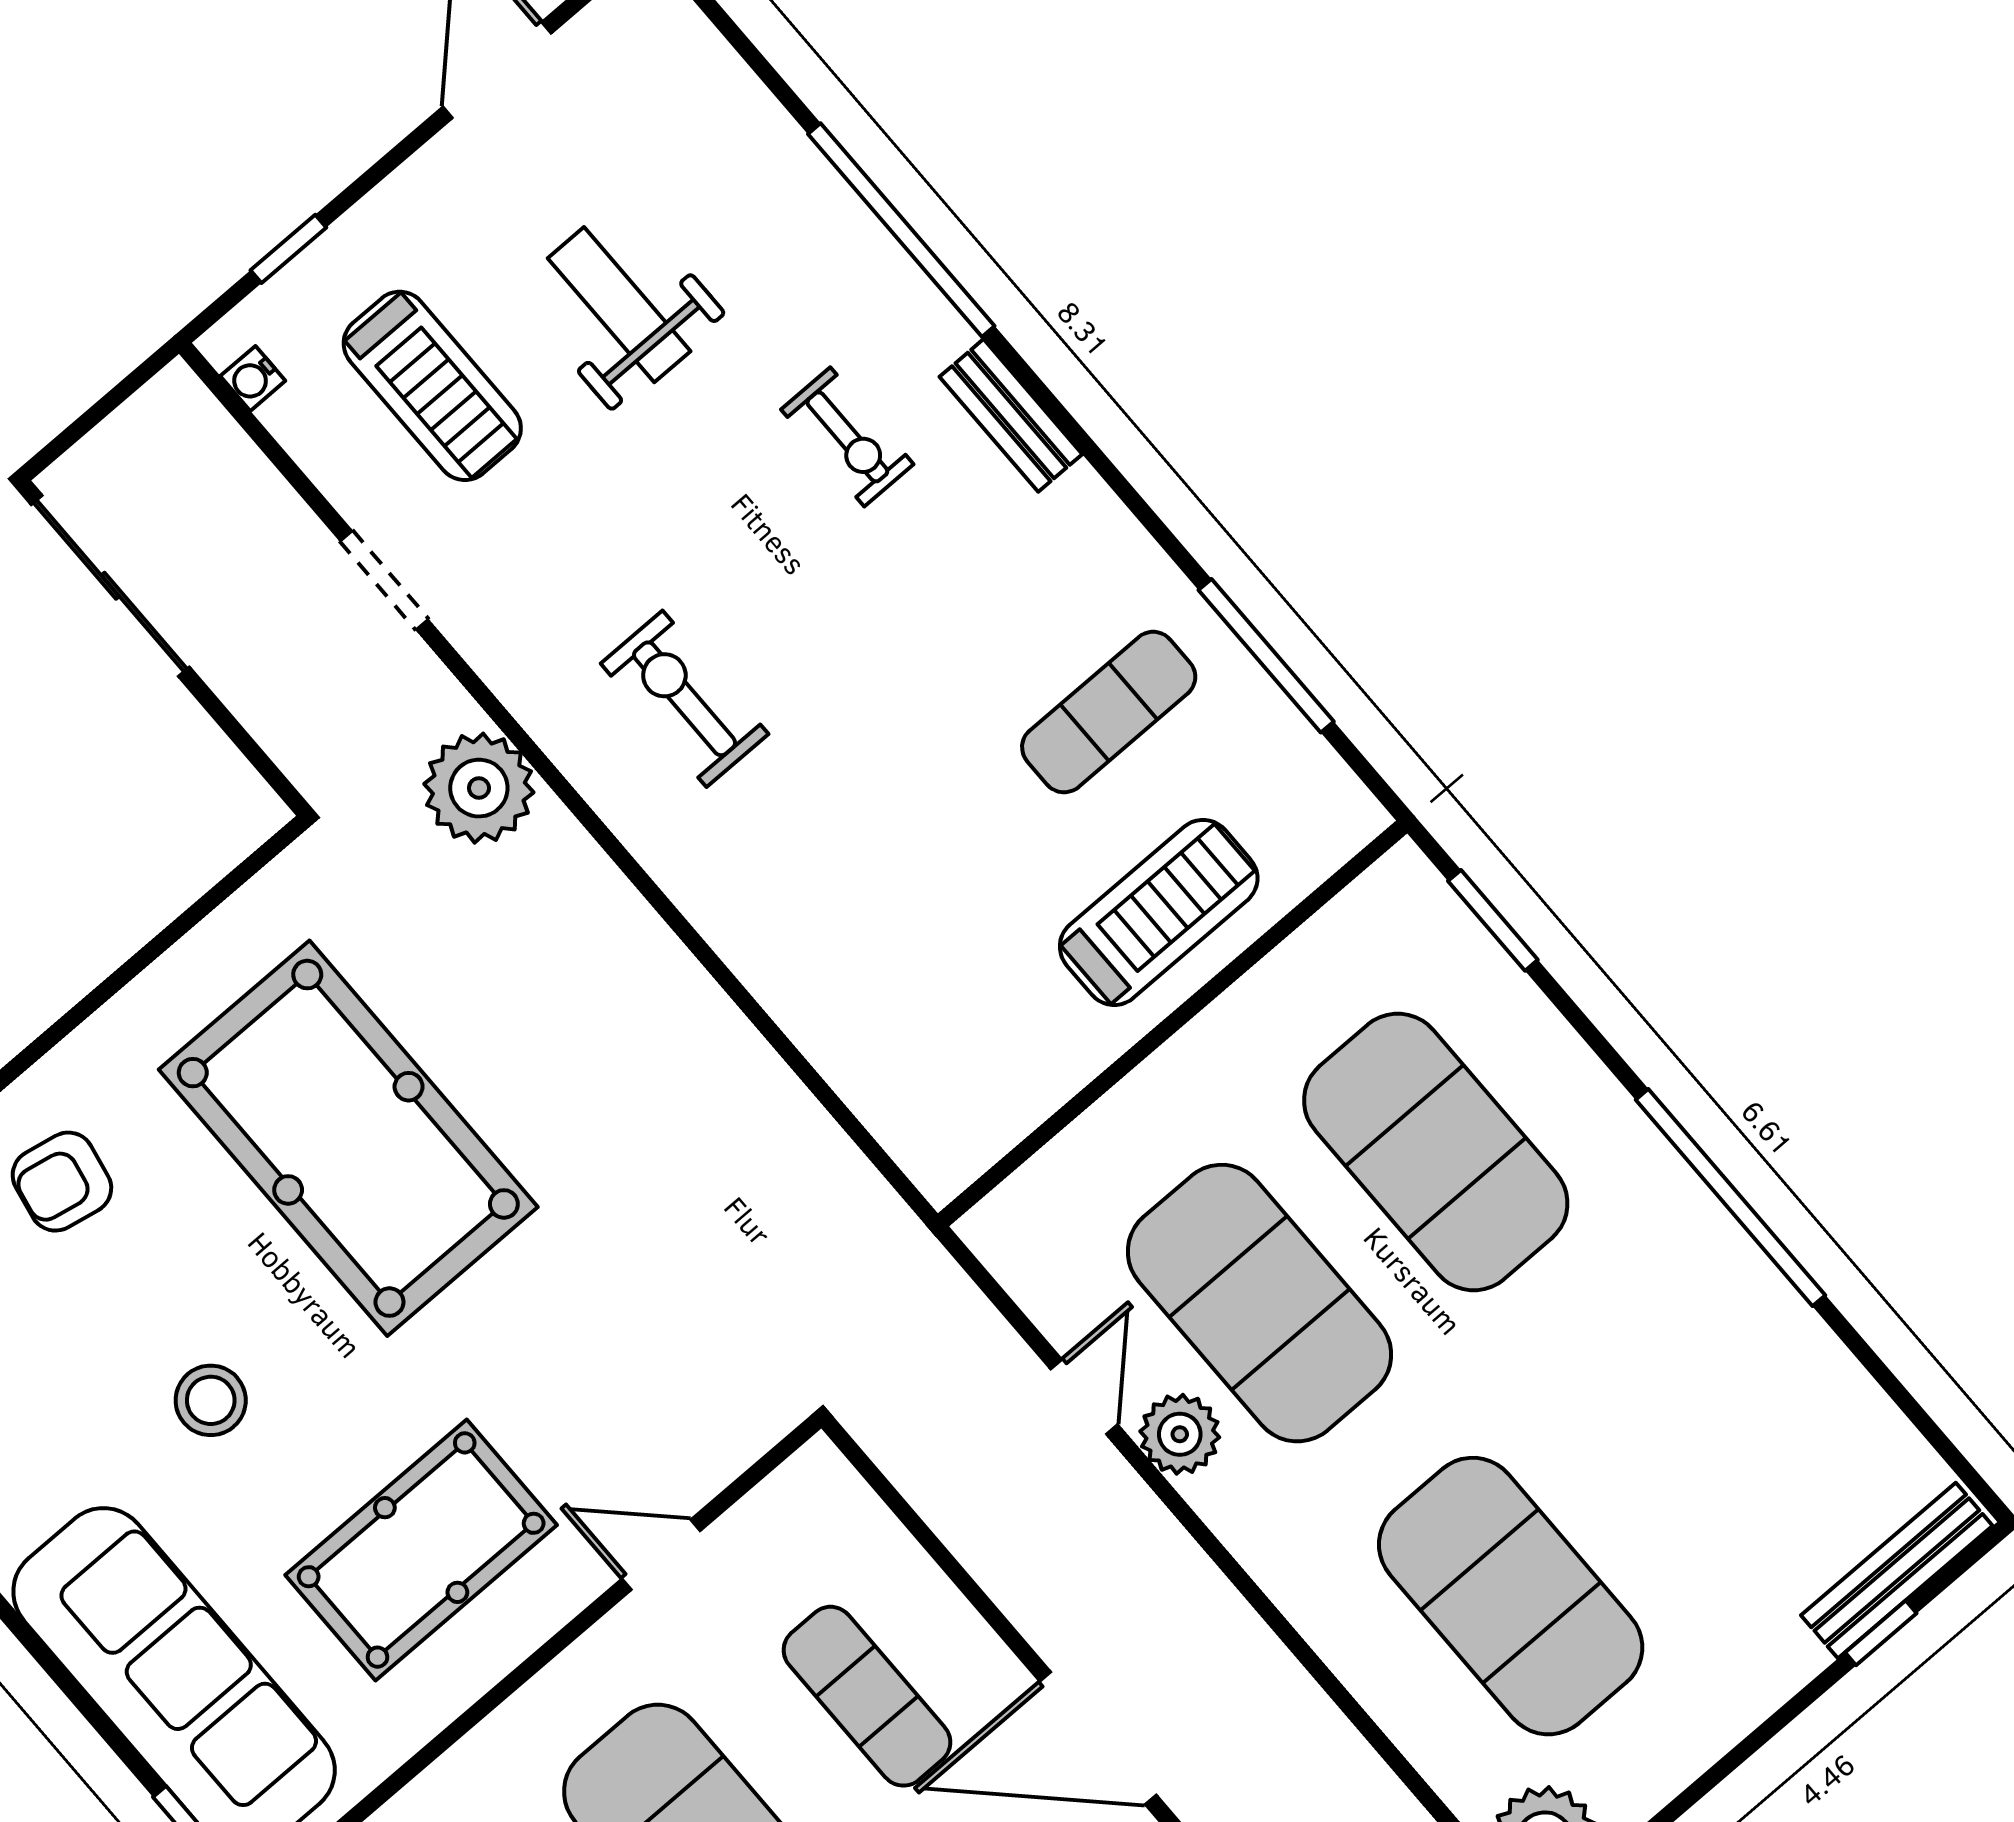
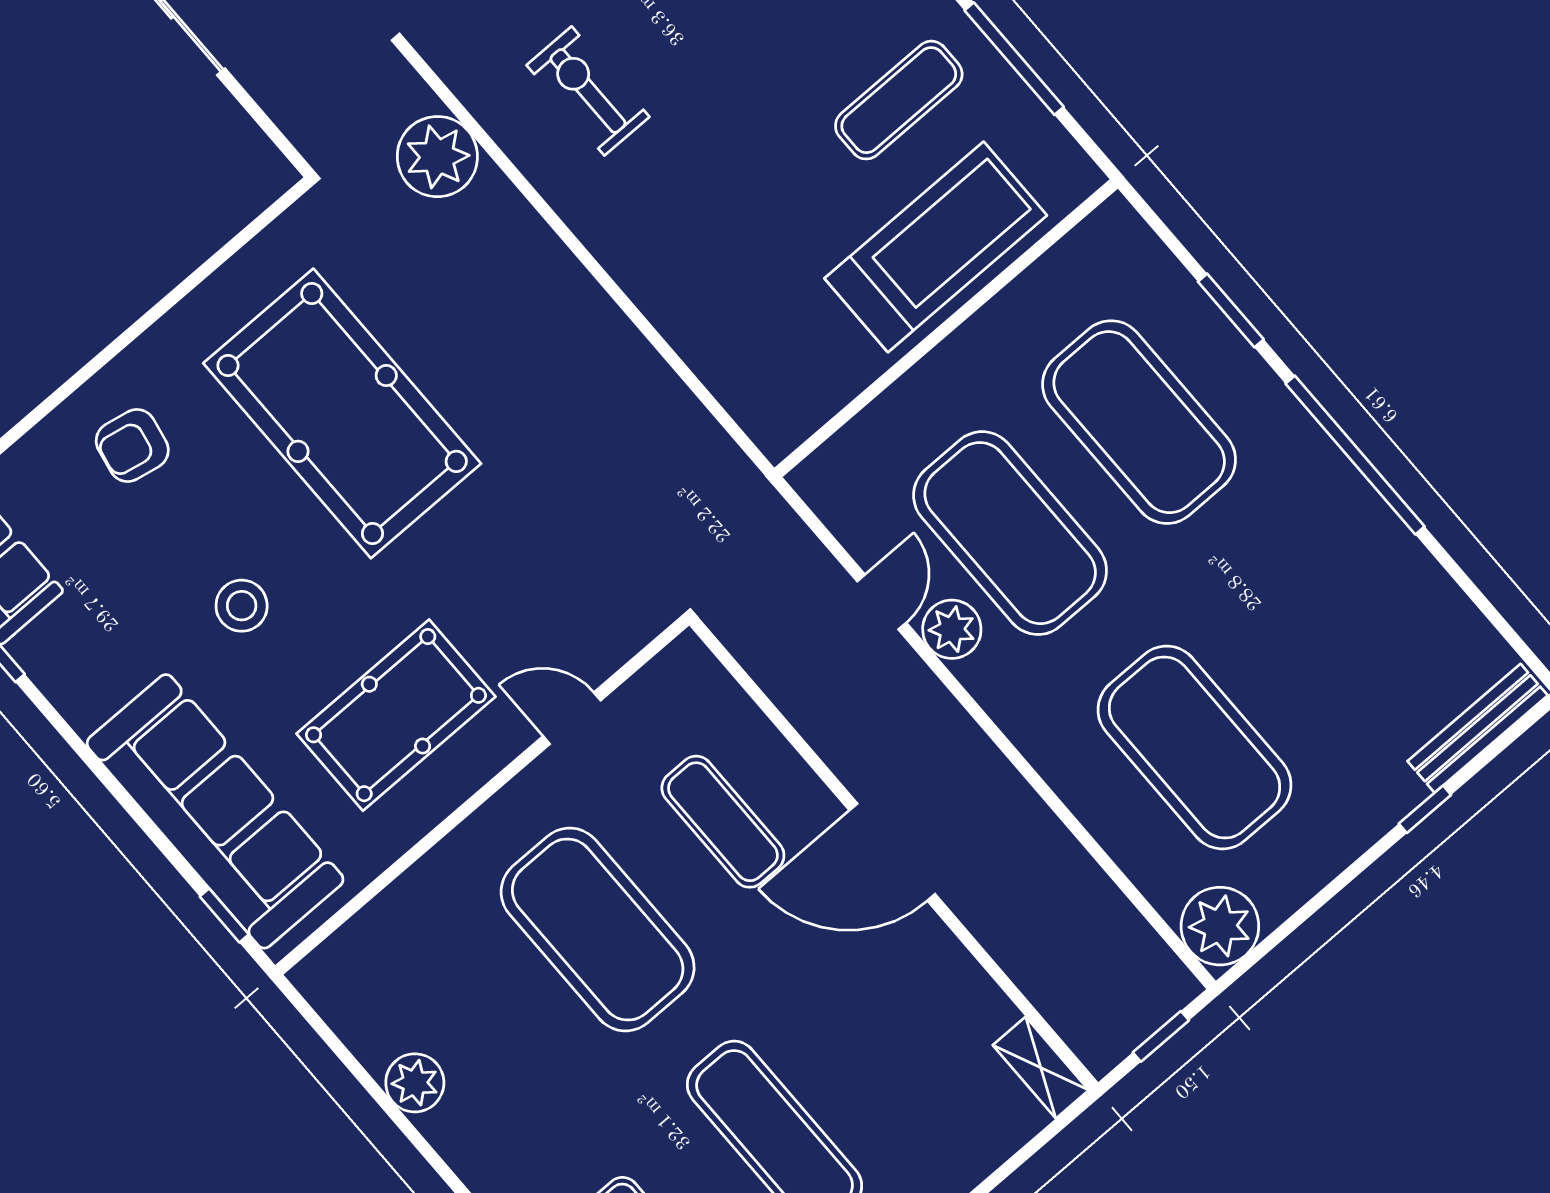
treadmill: (1159, 912) -> (936, 247), width x1.37, depth x1.38
window: (1493, 920) -> (1231, 311), moved
window: (1881, 1633) -> (1425, 809), moved

